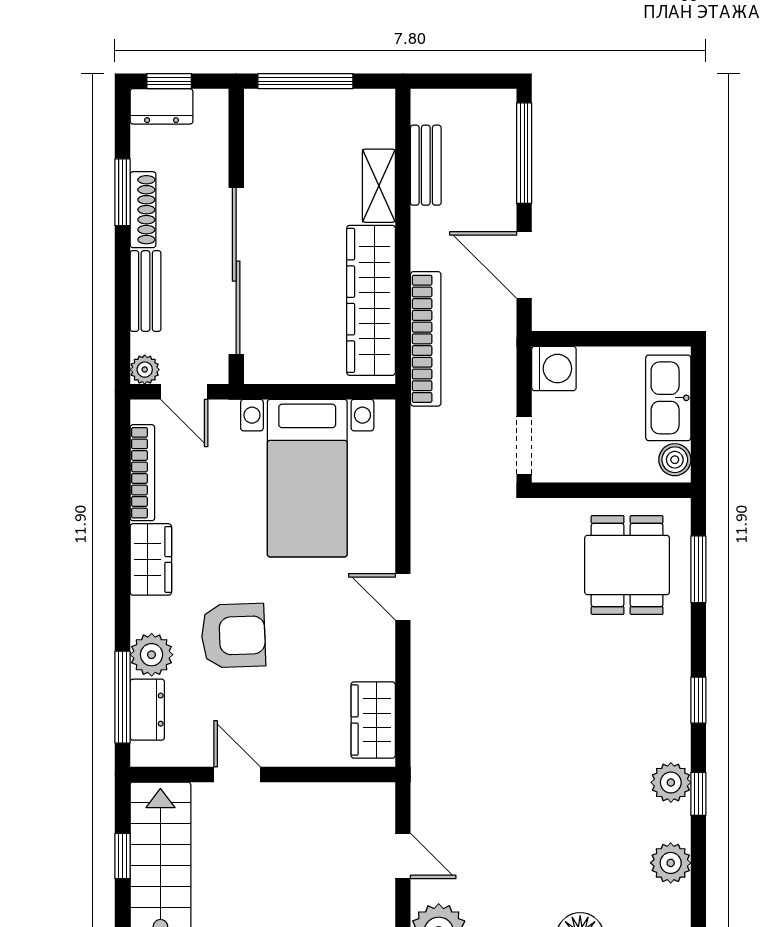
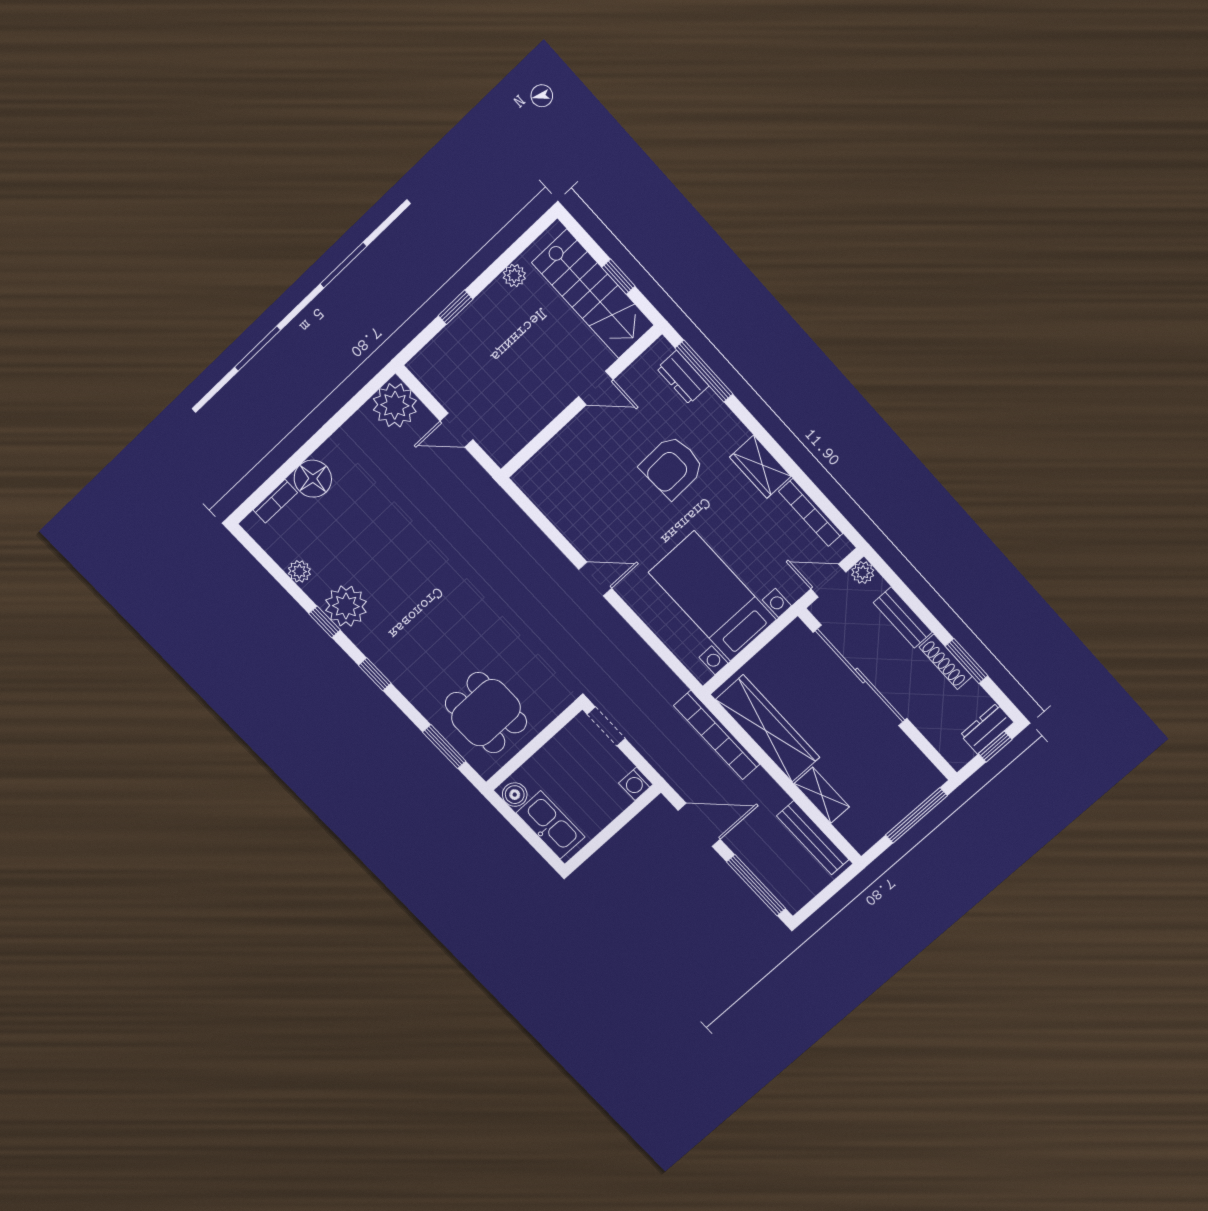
bench: (426, 165) -> (813, 838), width x1.36
washing machine: (554, 369) -> (636, 784), width x0.73, depth x0.73
plant: (152, 655) -> (710, 412), removed
wardrobe: (373, 720) -> (547, 493), removed
plant: (671, 782) -> (346, 606), width x1.36, depth x1.36
plant: (671, 863) -> (299, 571), width x0.73, depth x0.73

